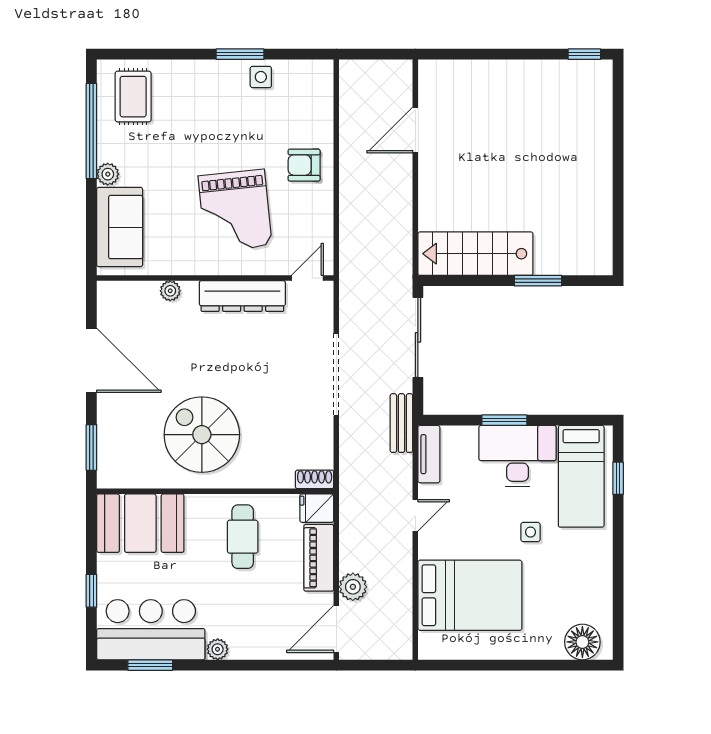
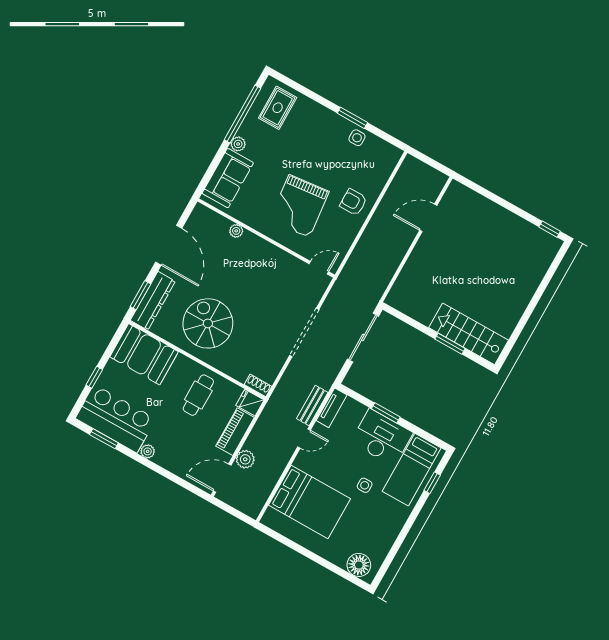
stairs: (475, 254) -> (469, 334), moved
dresser: (242, 296) -> (153, 301), moved, turned -90
bench: (401, 423) -> (312, 405), moved

